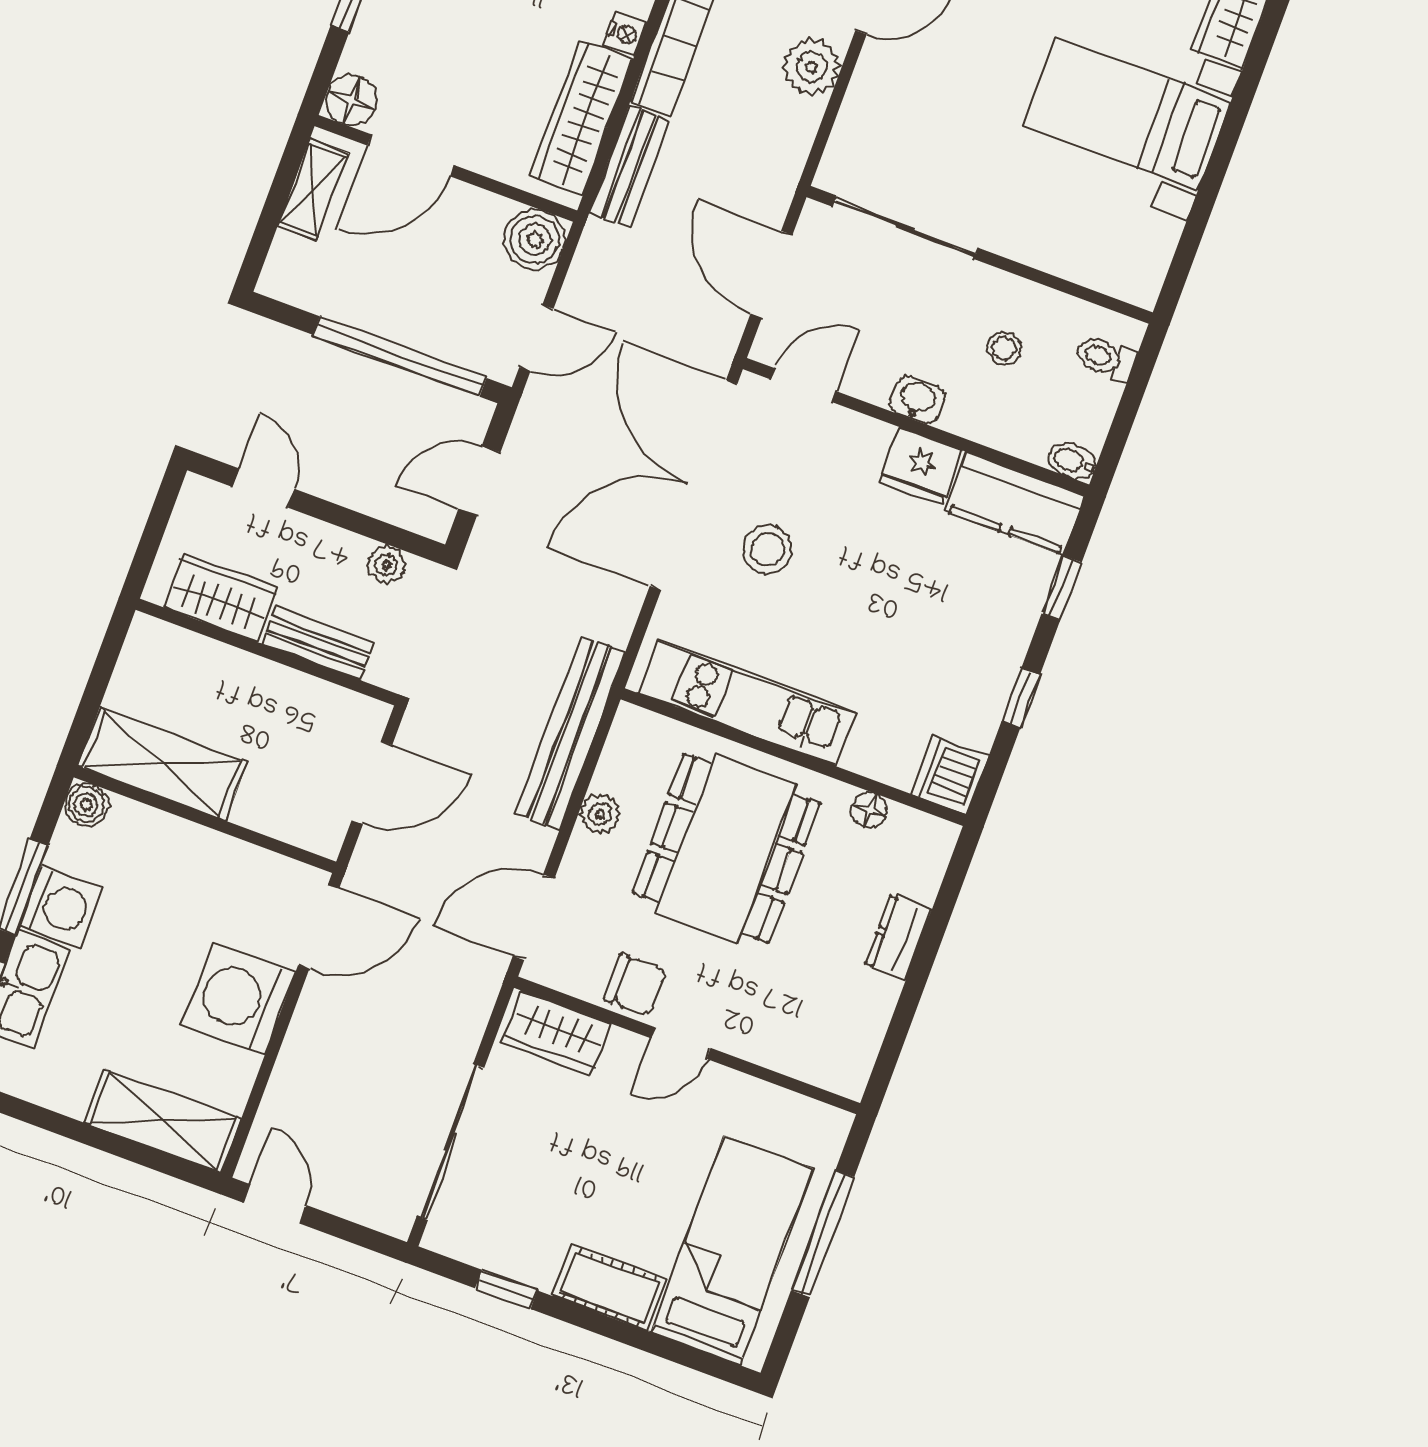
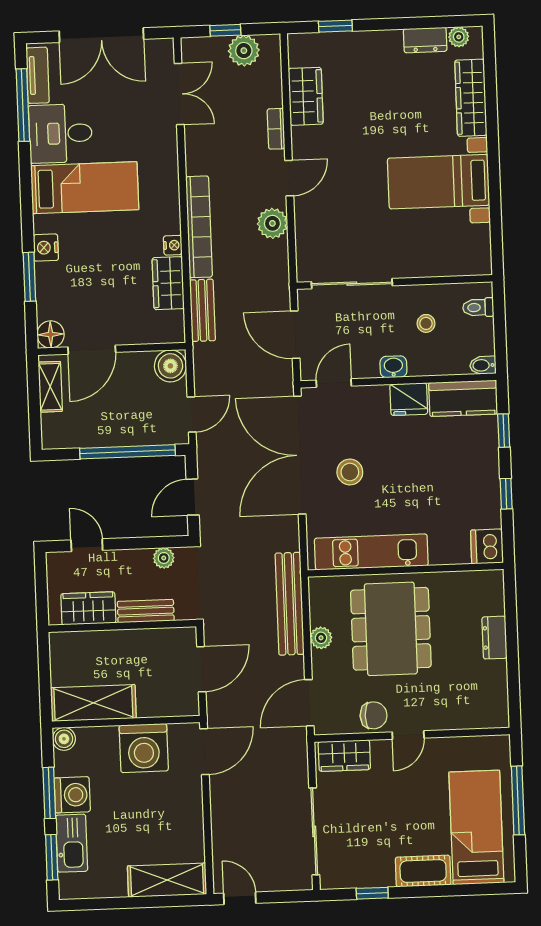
wardrobe: (581, 118) -> (168, 283), width x0.67
floor lamp: (869, 810) -> (454, 580), removed
washing machine: (239, 999) -> (144, 748), moved, turned -90

